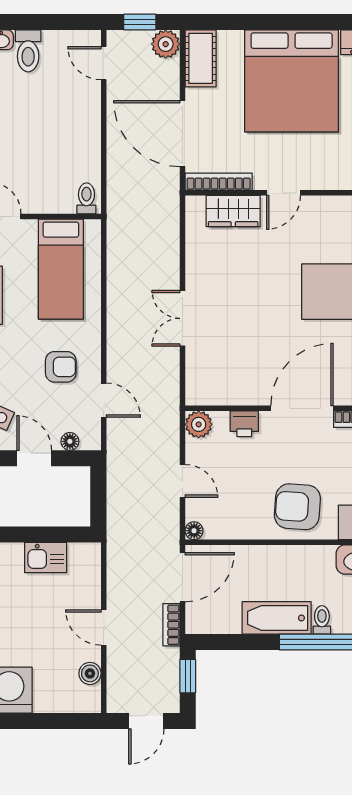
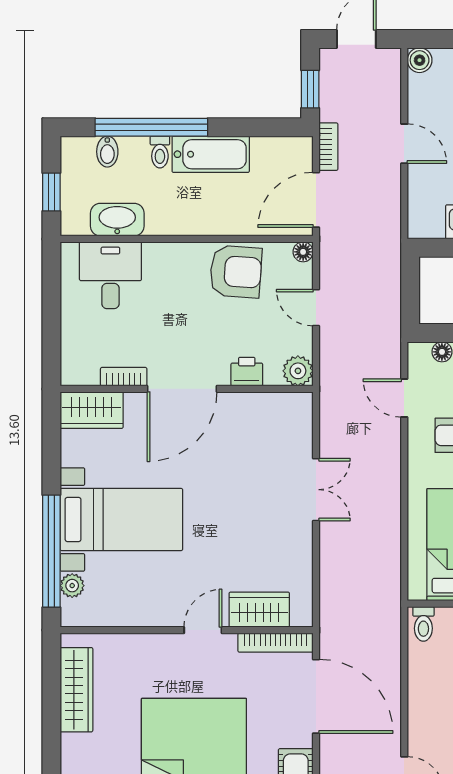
armchair: (297, 507) -> (236, 272), moved
boiler: (90, 673) -> (420, 60), moved

